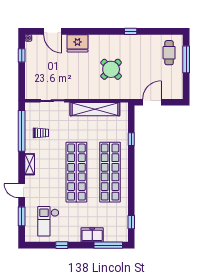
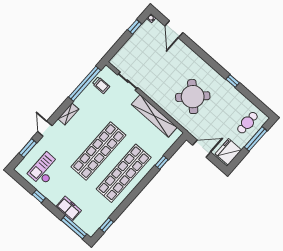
fridge: (77, 43) -> (228, 152), moved, turned 90
round table: (111, 69) -> (193, 97), width x1.36, depth x1.36
trolley: (41, 133) -> (101, 85), moved

